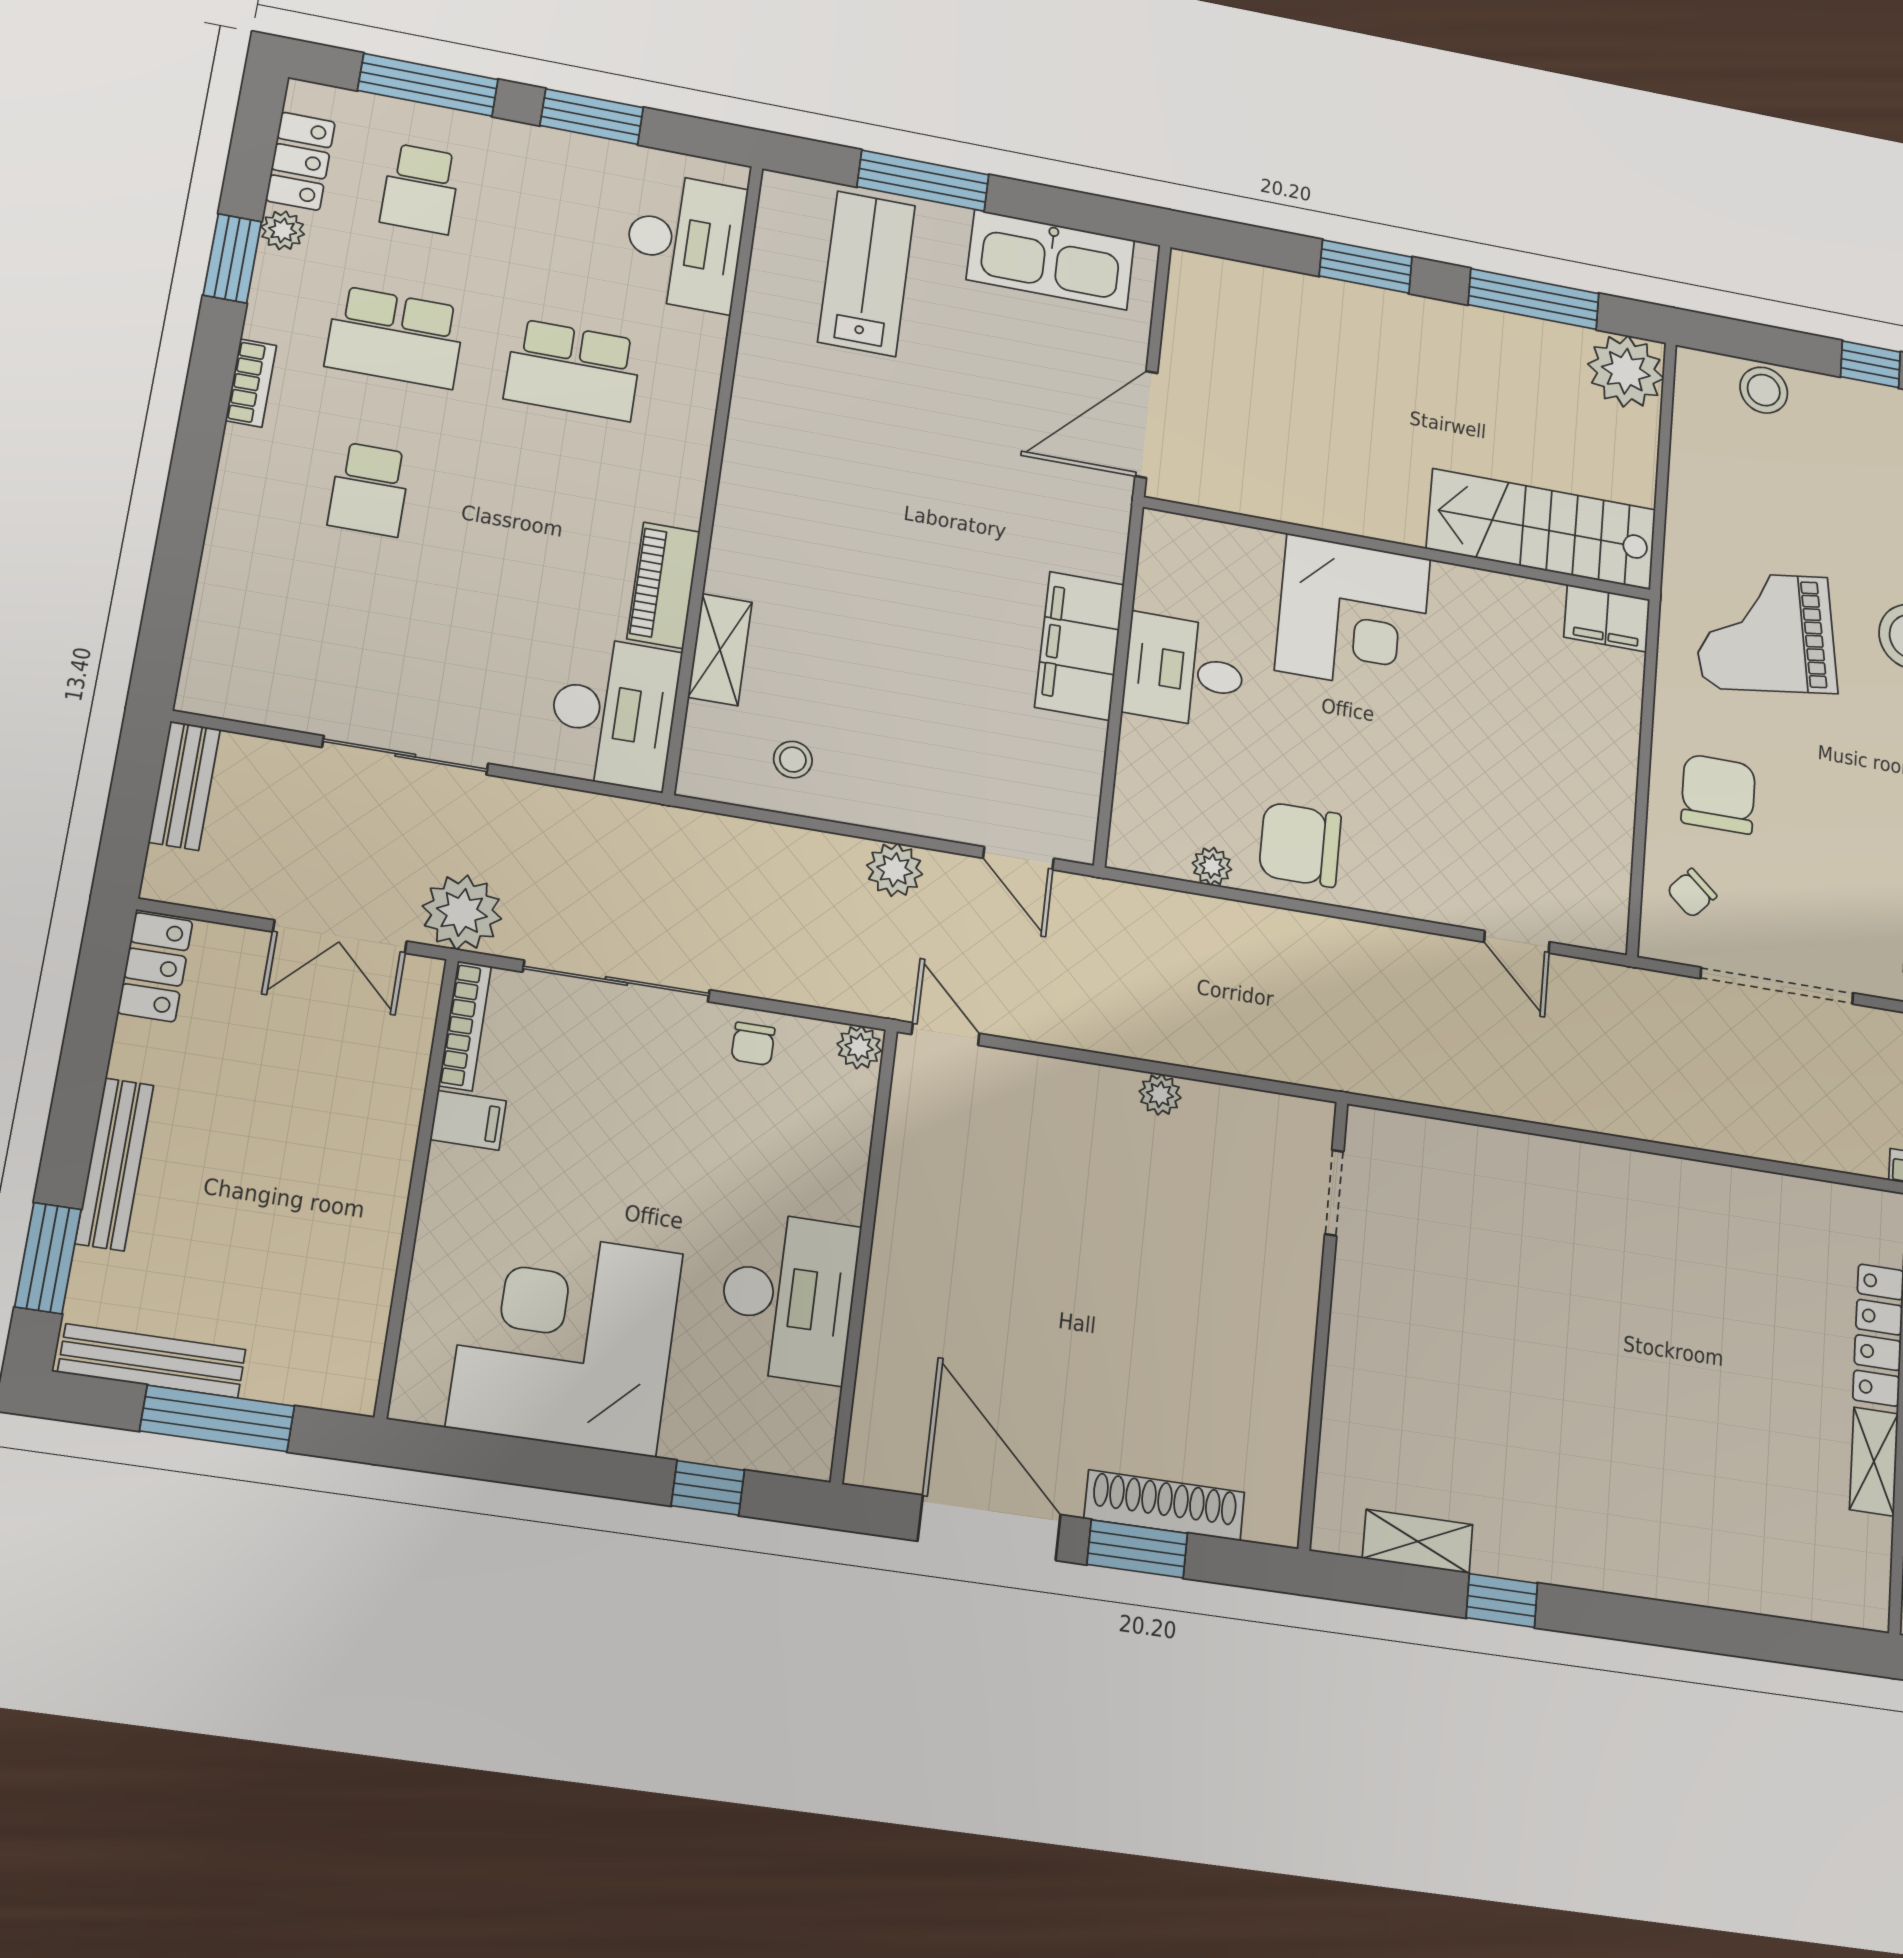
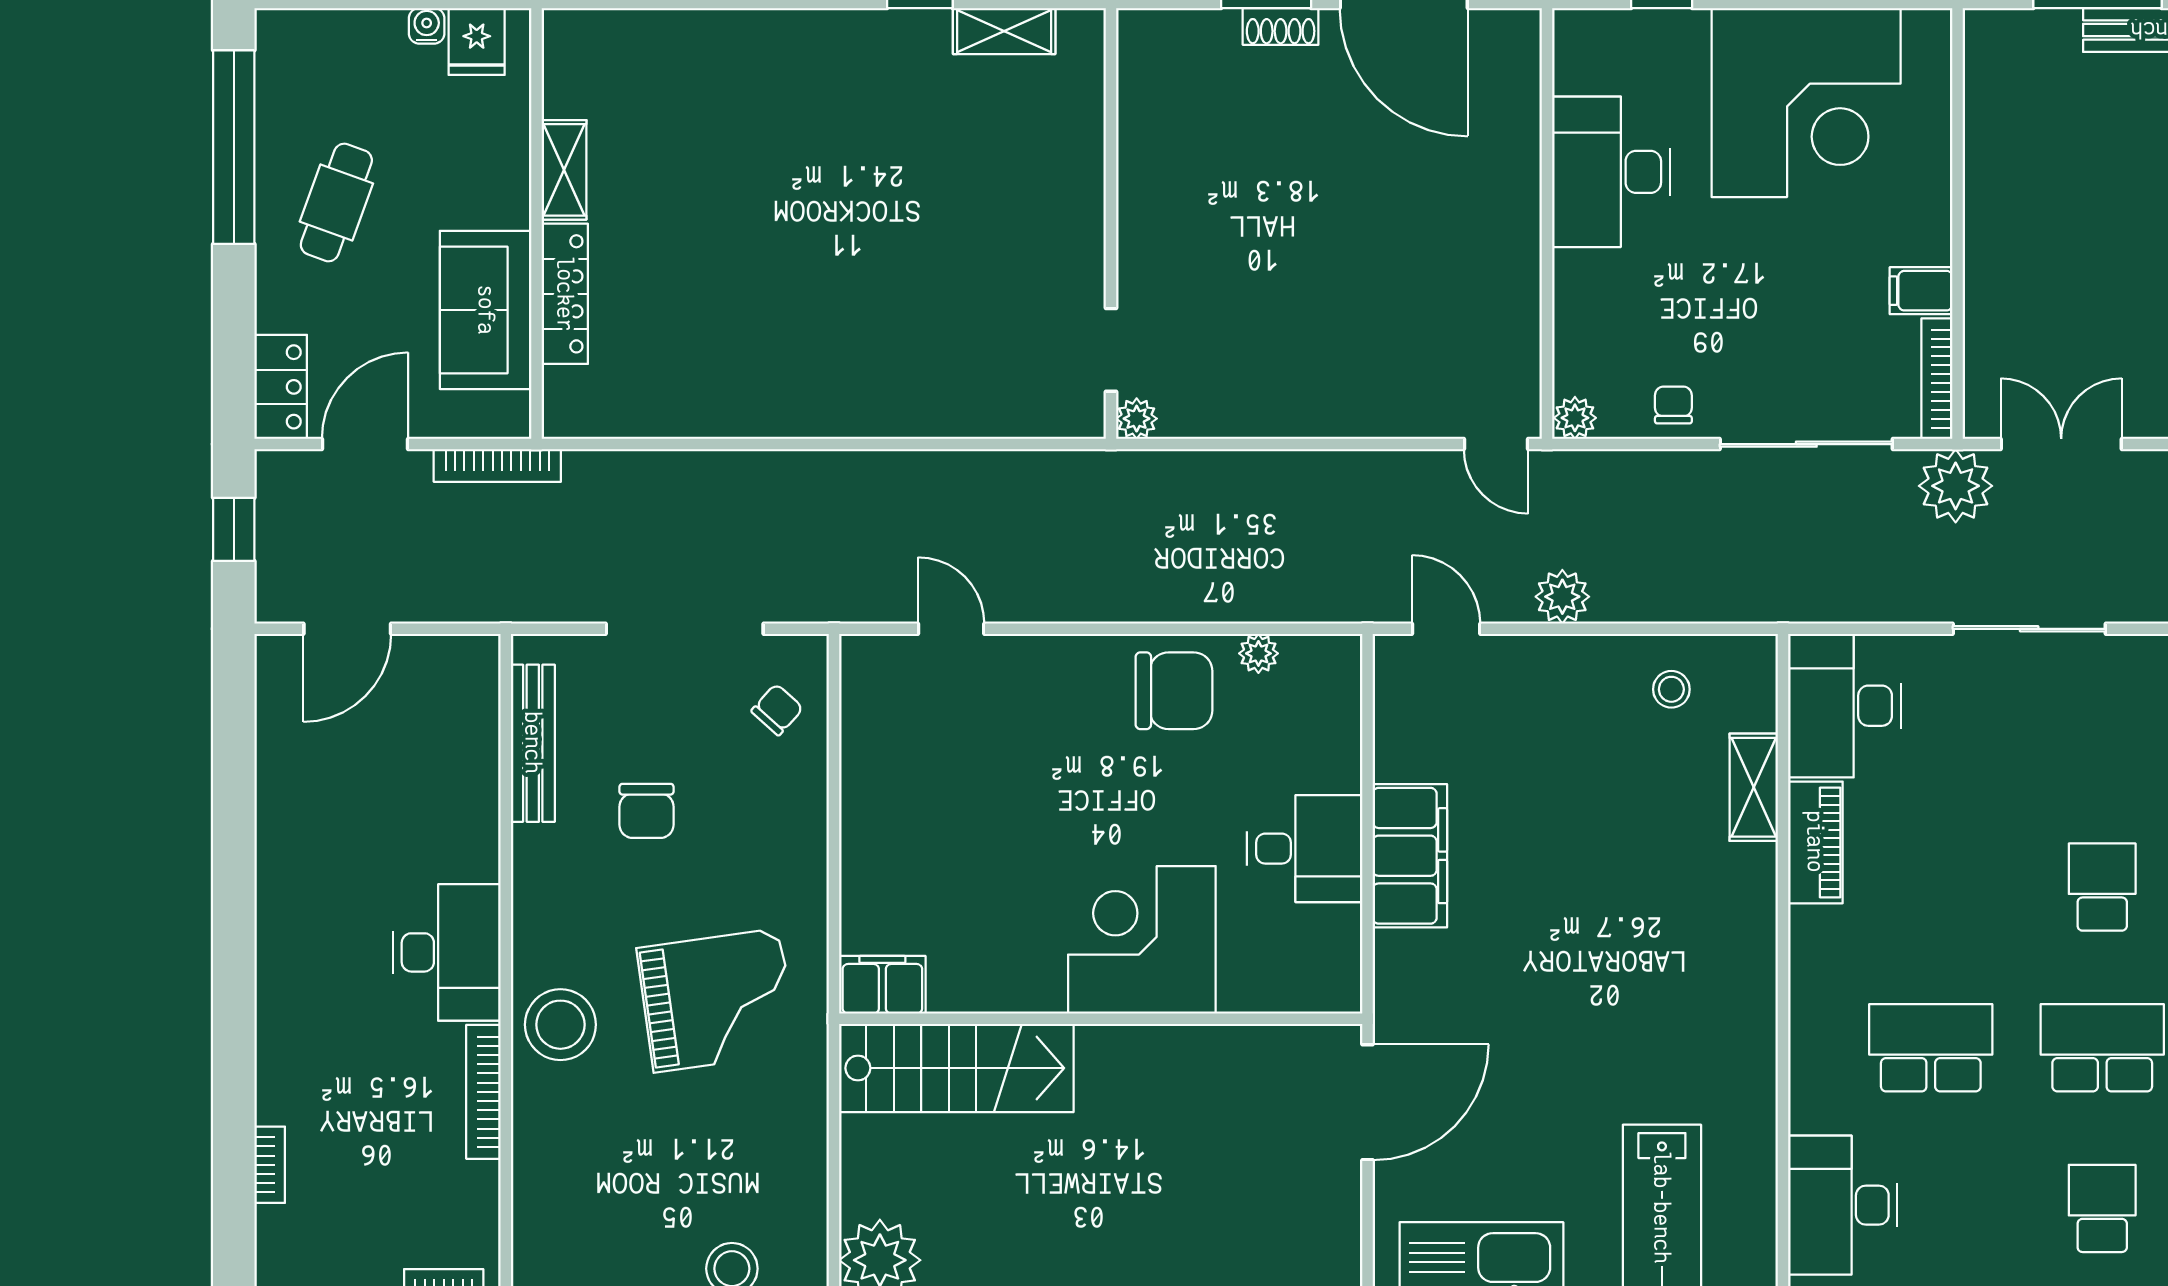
chair: (1718, 794) -> (647, 811), moved, width x0.73, depth x0.73
plant: (1160, 1095) -> (1137, 419), moved
shoe rack: (1164, 1505) -> (1281, 26), width x0.51, depth x0.81

